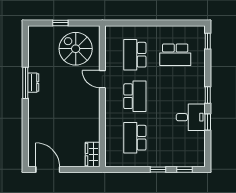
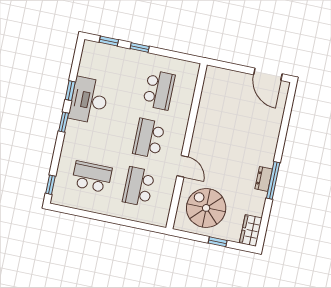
spiral stairs: (76, 49) -> (206, 208), turned 180
school desk: (135, 55) -> (139, 187), turned 180
desk: (191, 117) -> (89, 100), width x1.37
wardrobe: (93, 155) -> (251, 230), moved, turned 180

